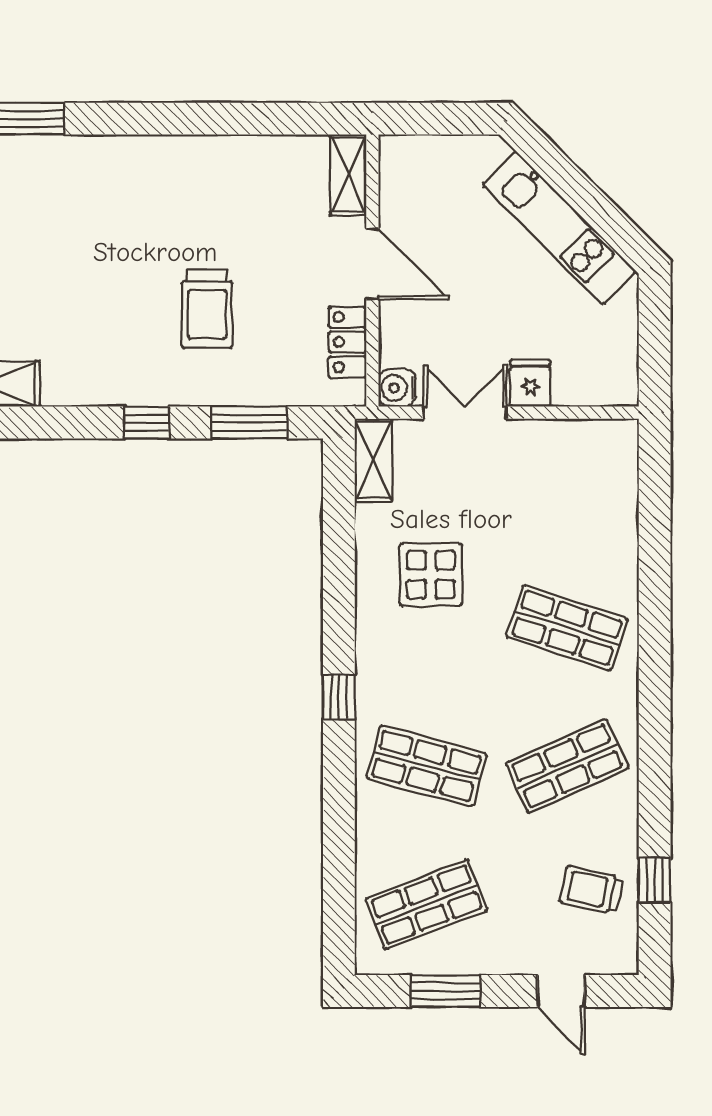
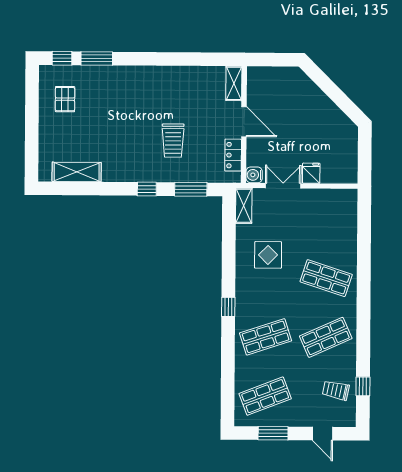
kitchen unit: (559, 228) -> (324, 107), removed
shop shelf: (426, 766) -> (266, 337), turned -33

